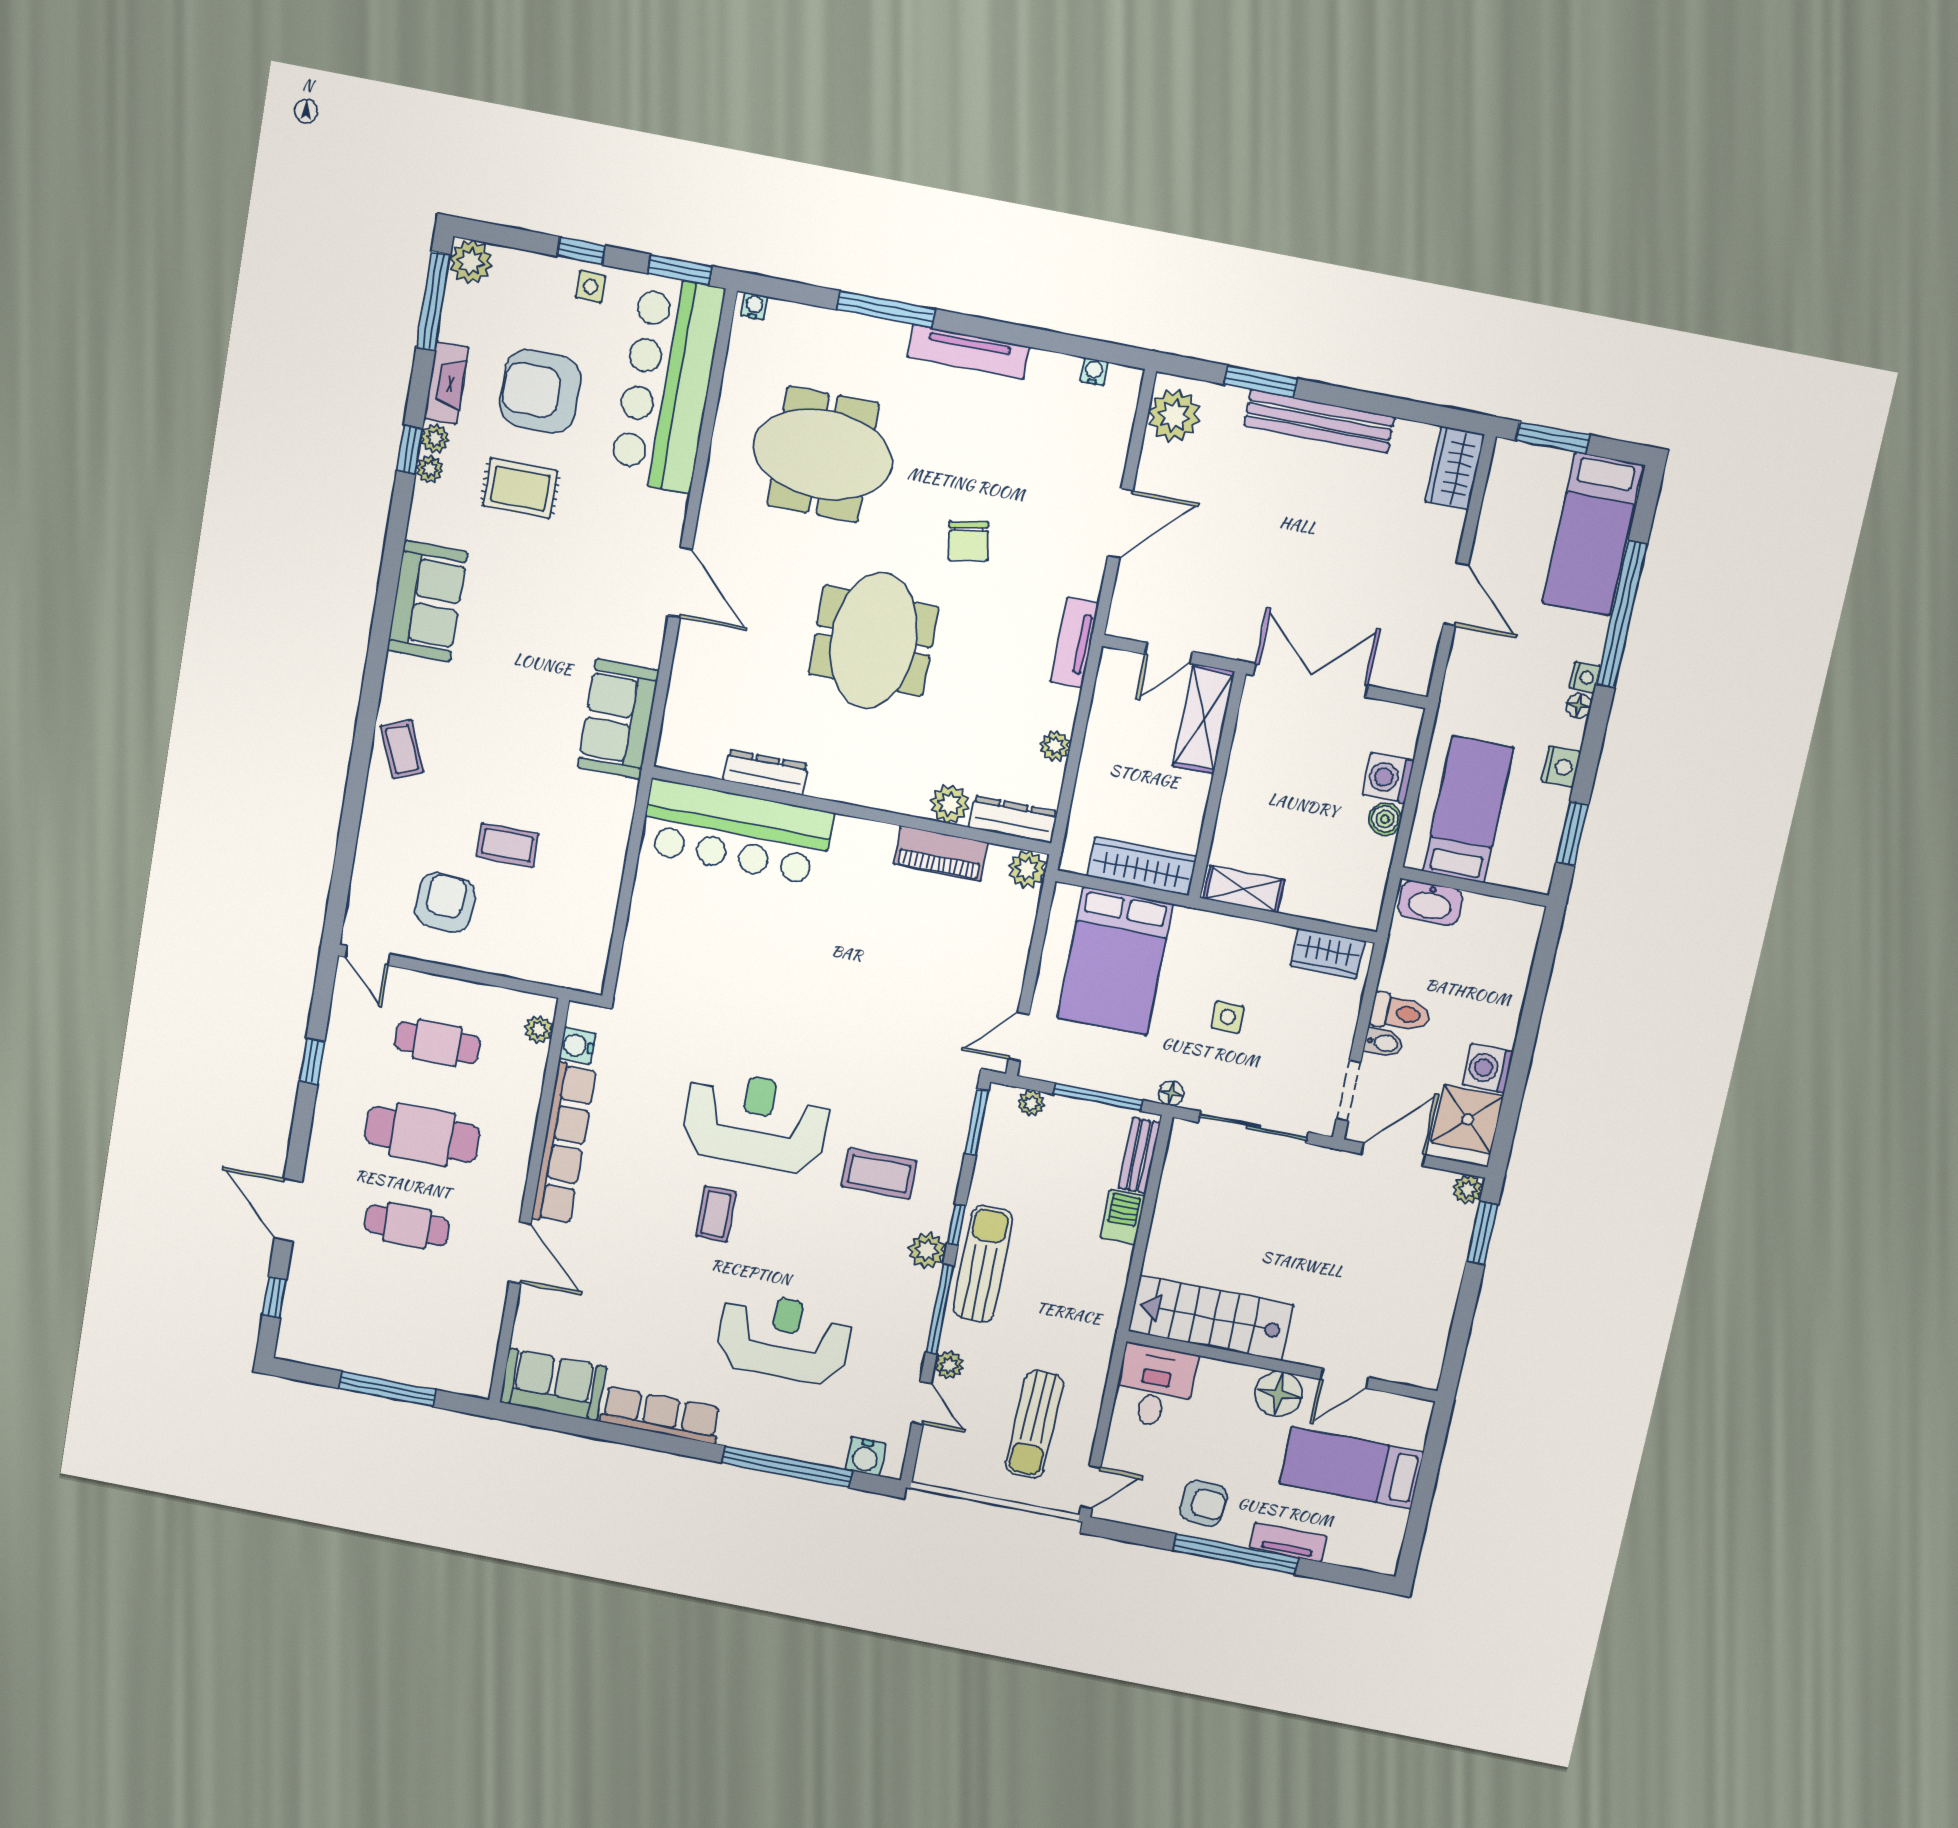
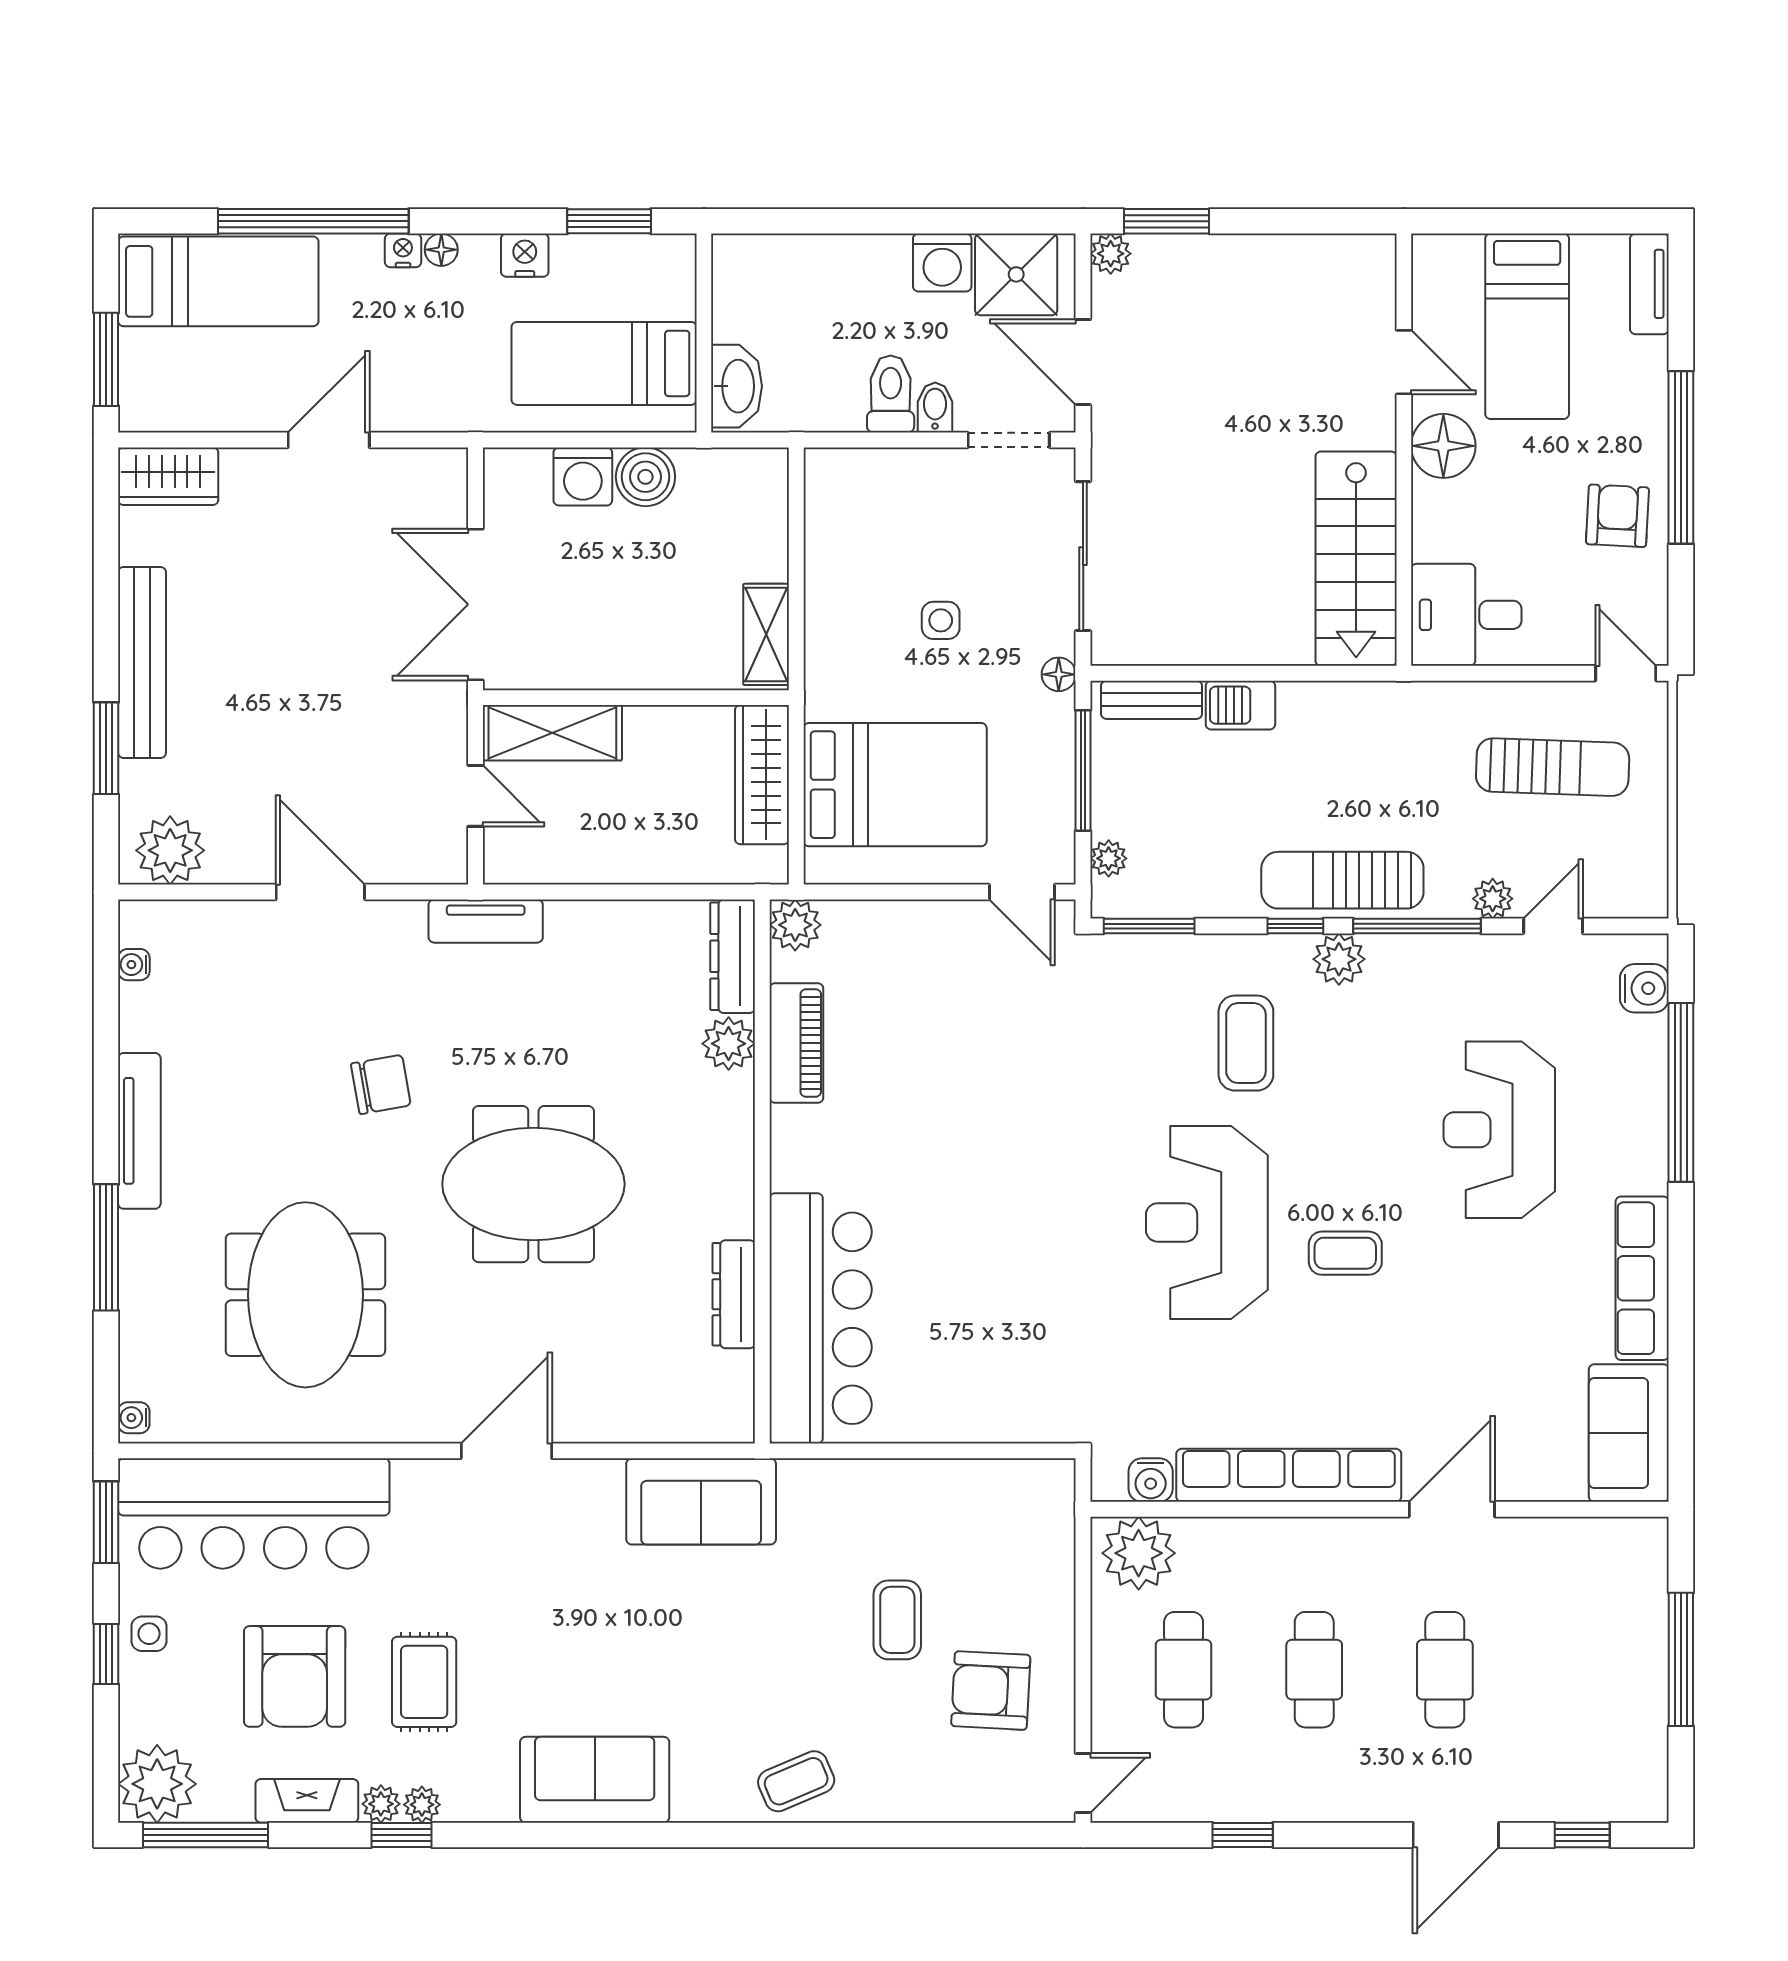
plant: (471, 262) -> (157, 1784), width x1.36, depth x1.36
plant: (1055, 746) -> (625, 920), removed
boiler: (1385, 819) -> (645, 477), width x1.36, depth x1.36
wardrobe: (1327, 953) -> (830, 507), removed
plant: (539, 1030) -> (1139, 1553), width x1.87, depth x1.87
cafe table: (422, 1135) -> (1314, 1670), width x0.73, depth x0.74
tv unit: (1288, 1542) -> (1649, 284), moved

